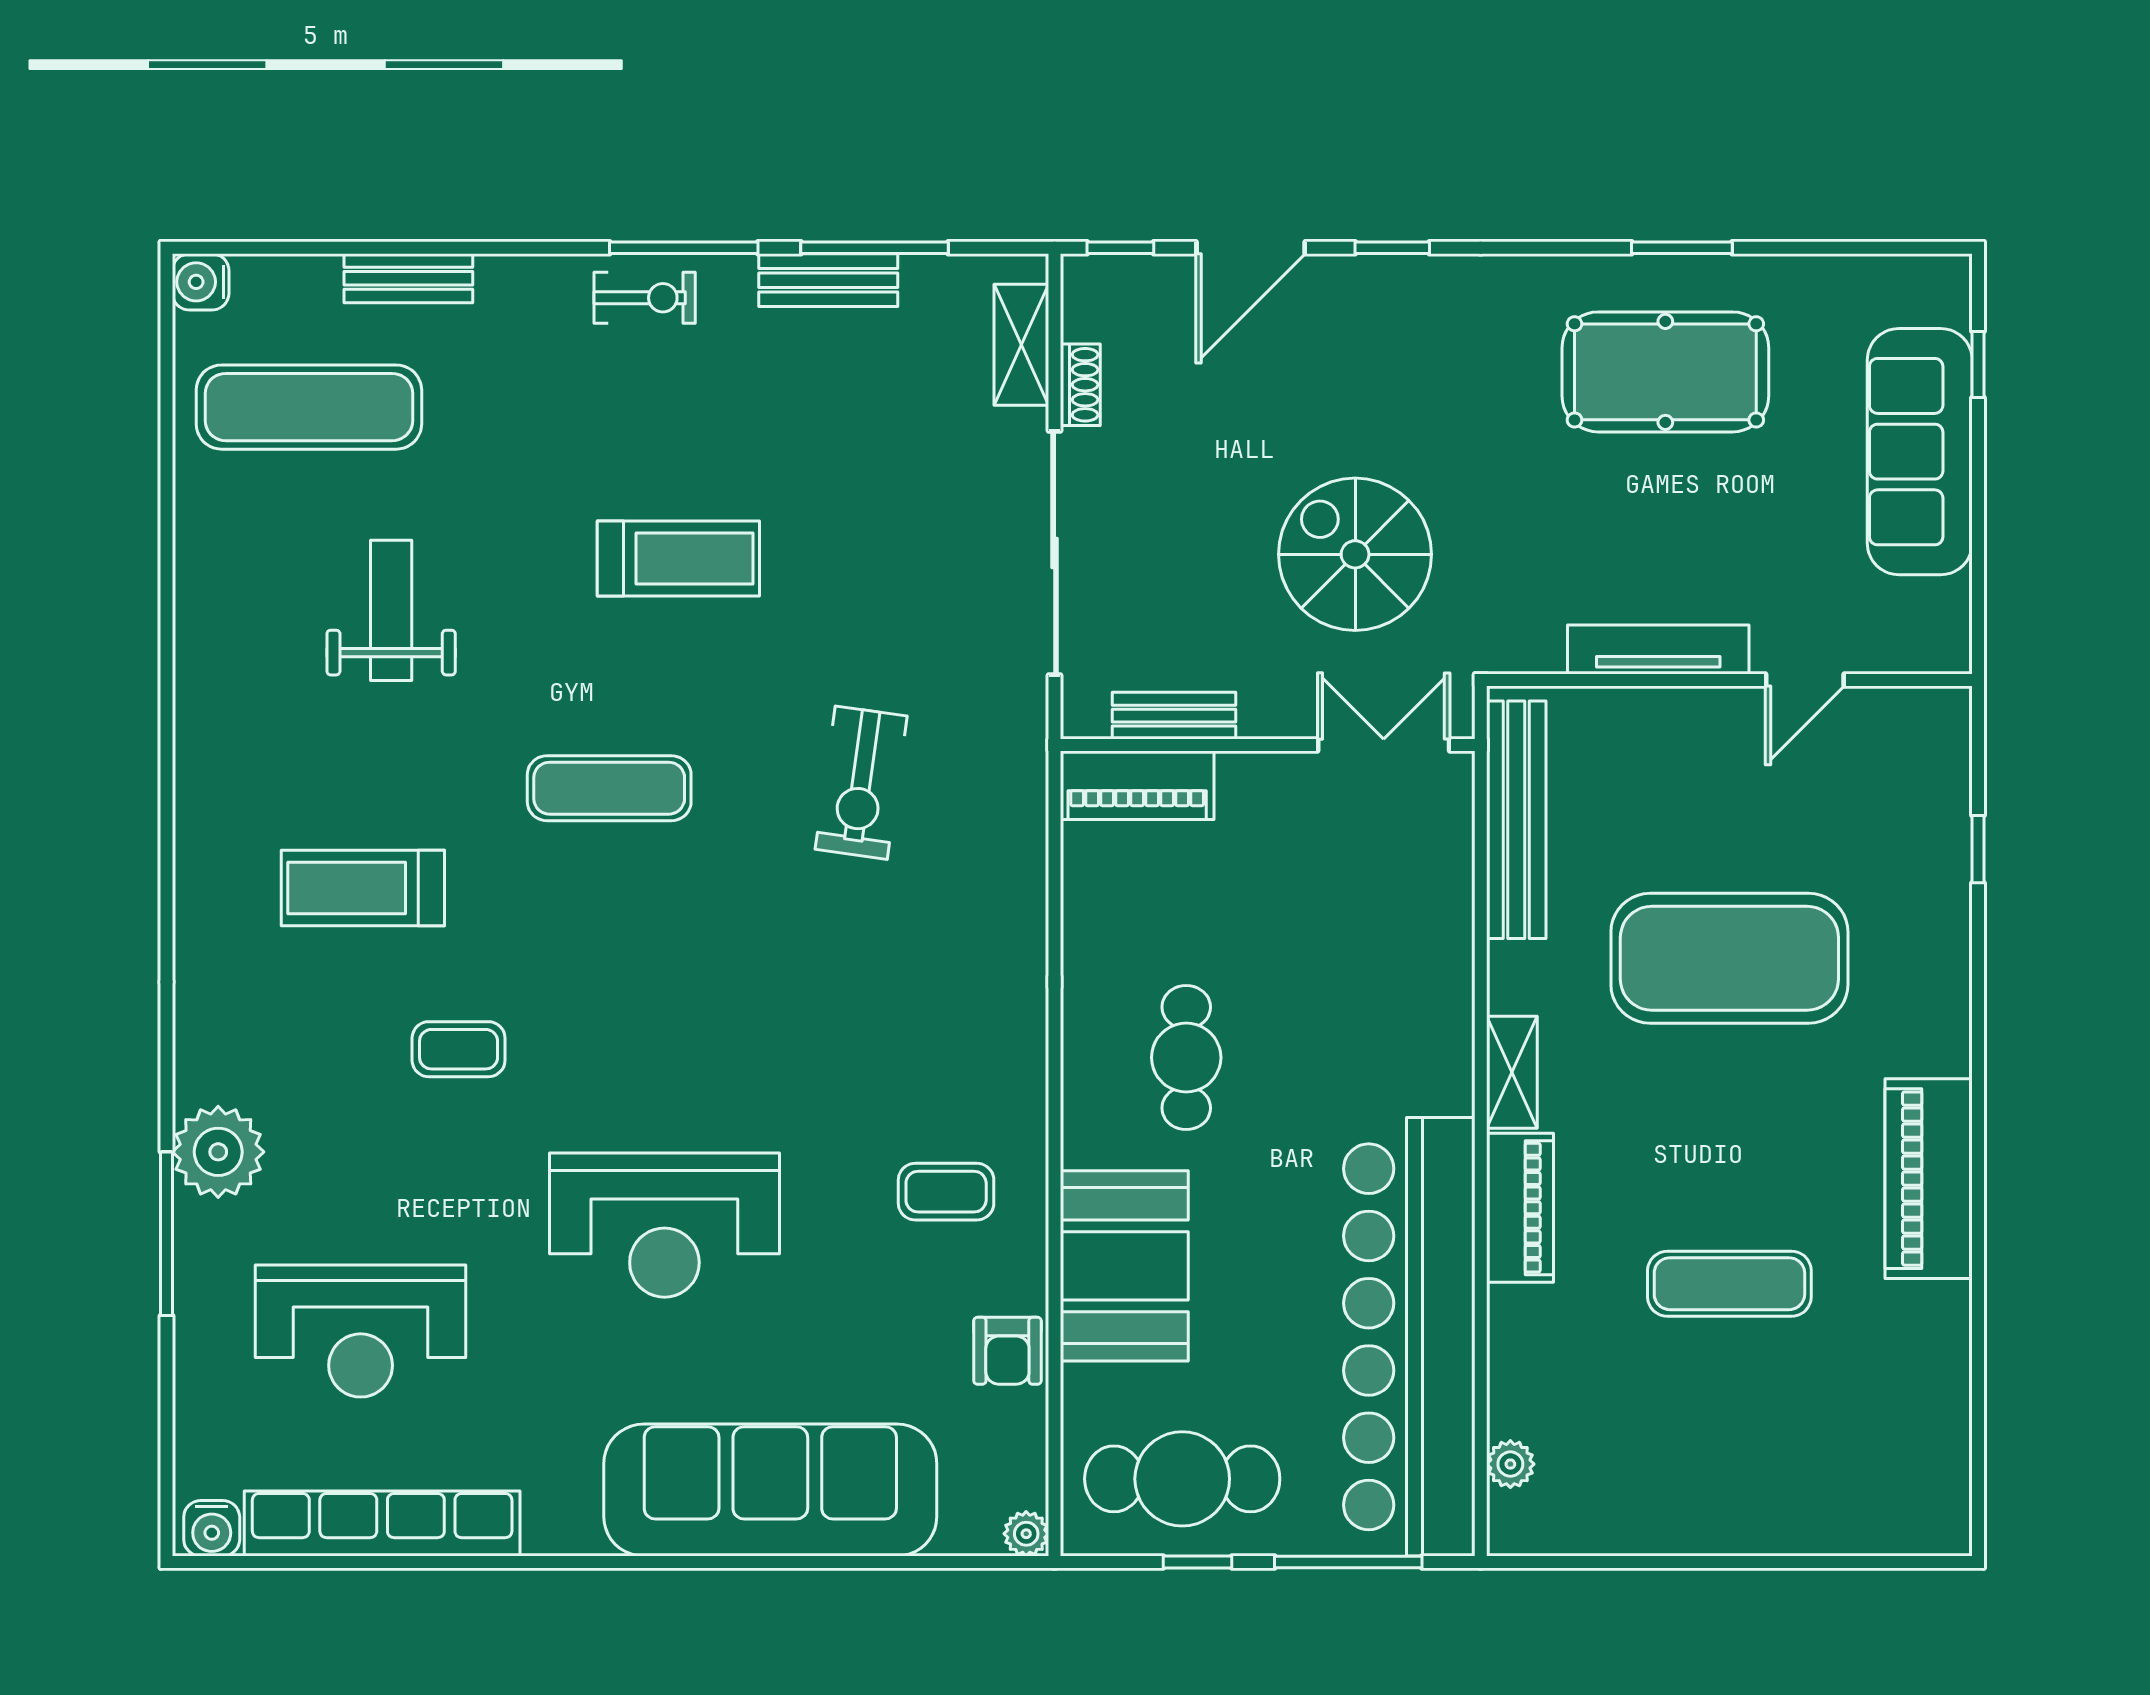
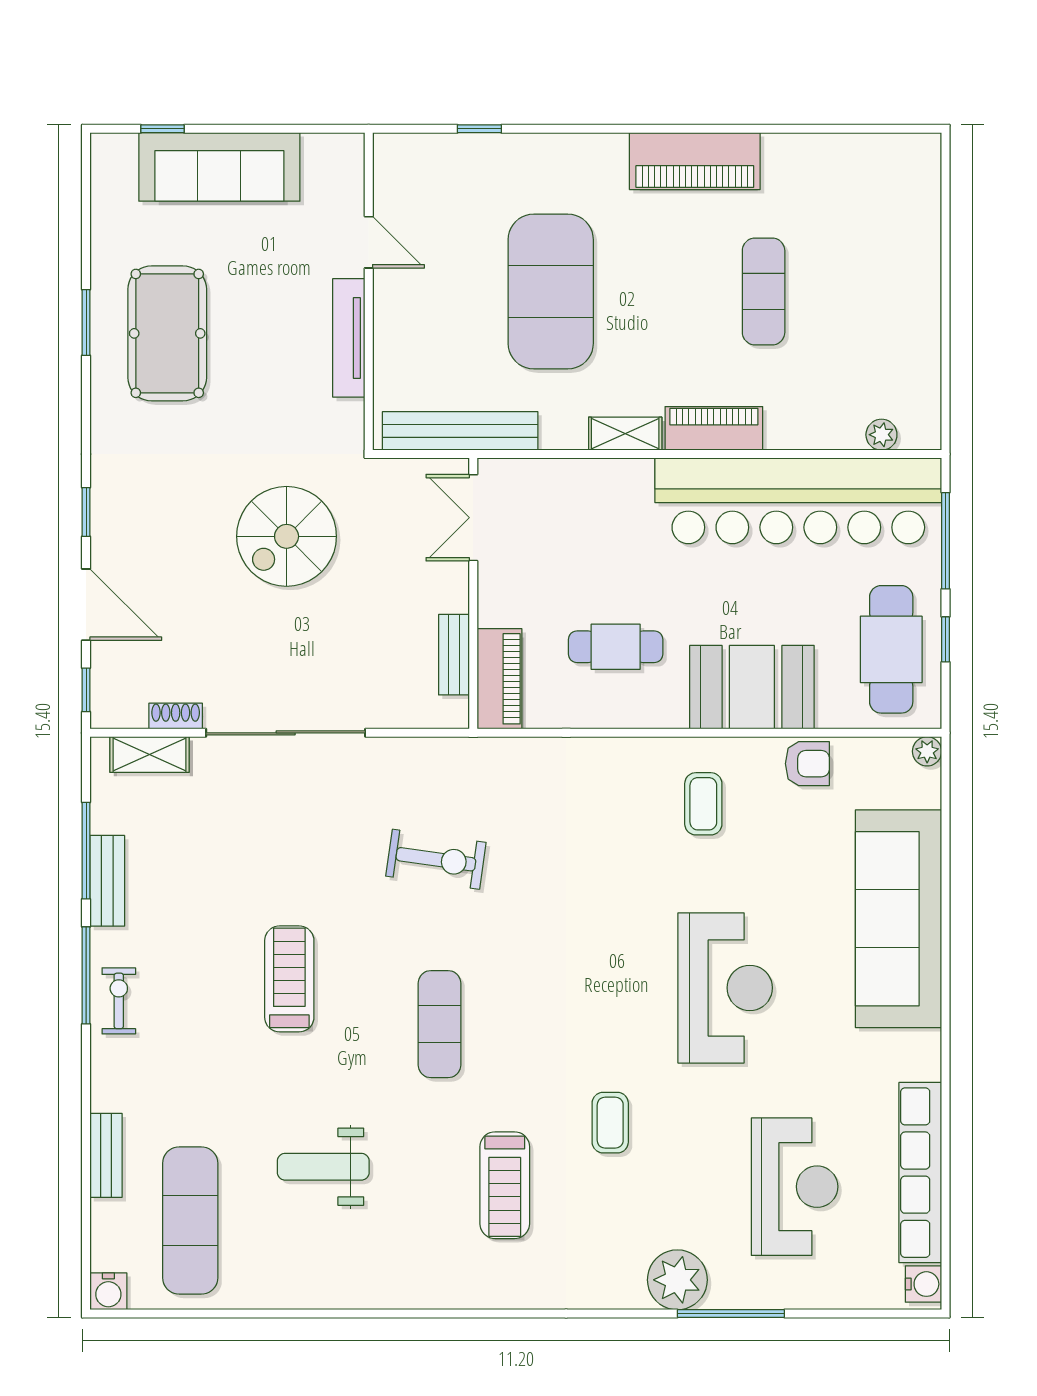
bench: (1174, 716) -> (454, 655), moved
wall: (1268, 745) -> (473, 593), moved
double door: (1384, 745) -> (473, 518), moved
piano: (1137, 785) -> (500, 679), moved

